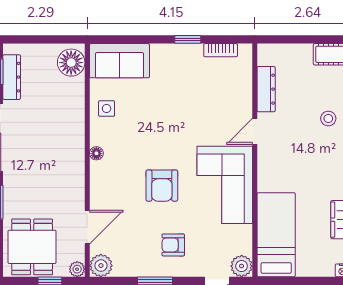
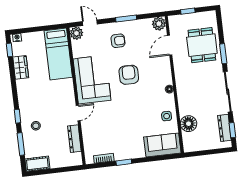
floor lamp: (71, 63) -> (189, 124), moved
dining table: (32, 247) -> (202, 45), moved
plant: (77, 269) -> (173, 20), removed

